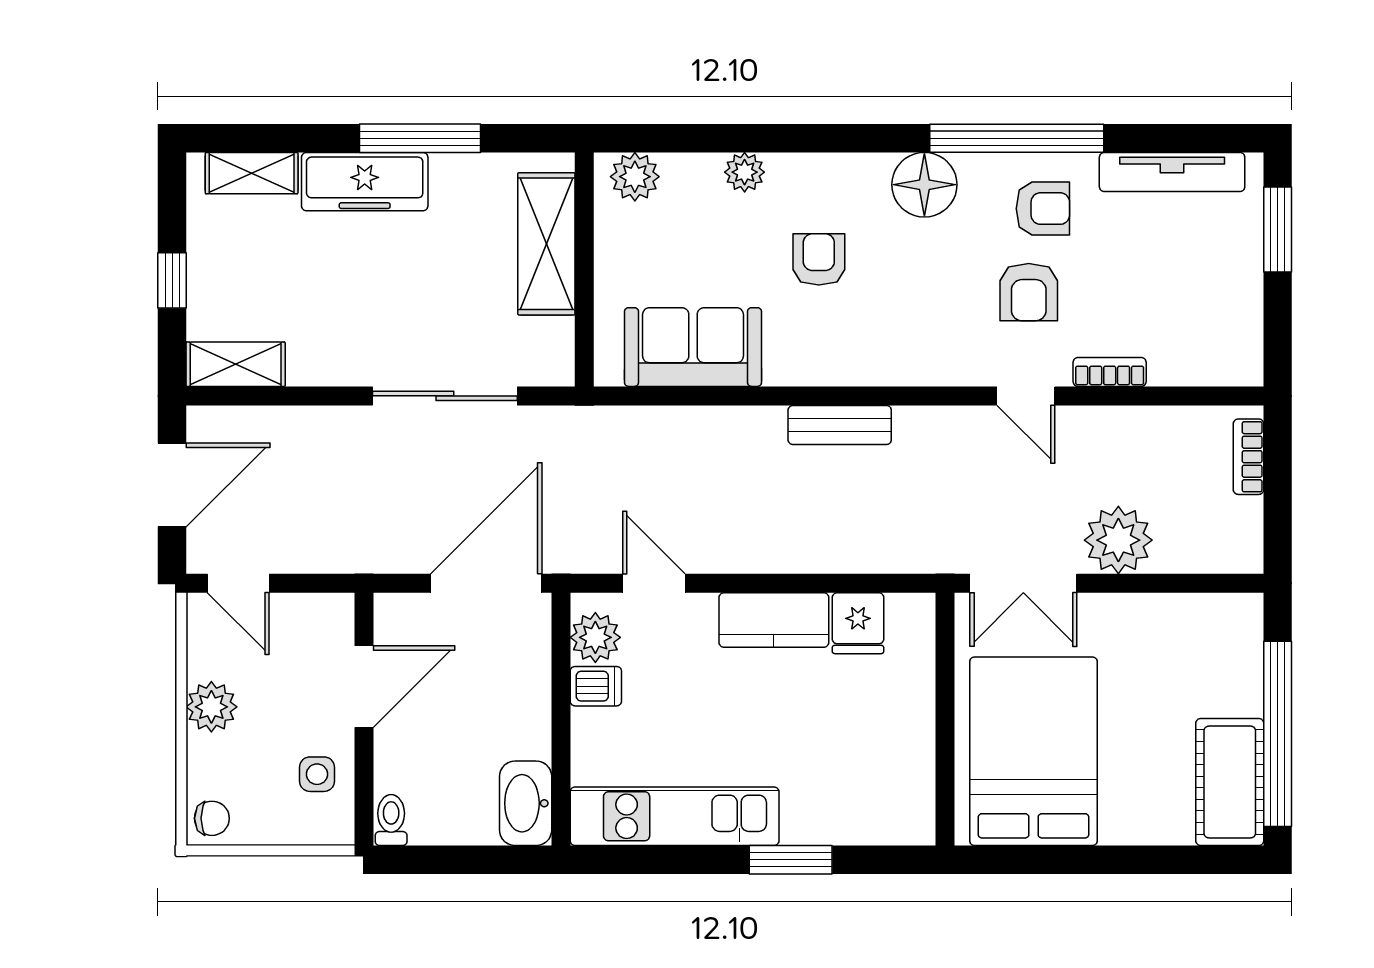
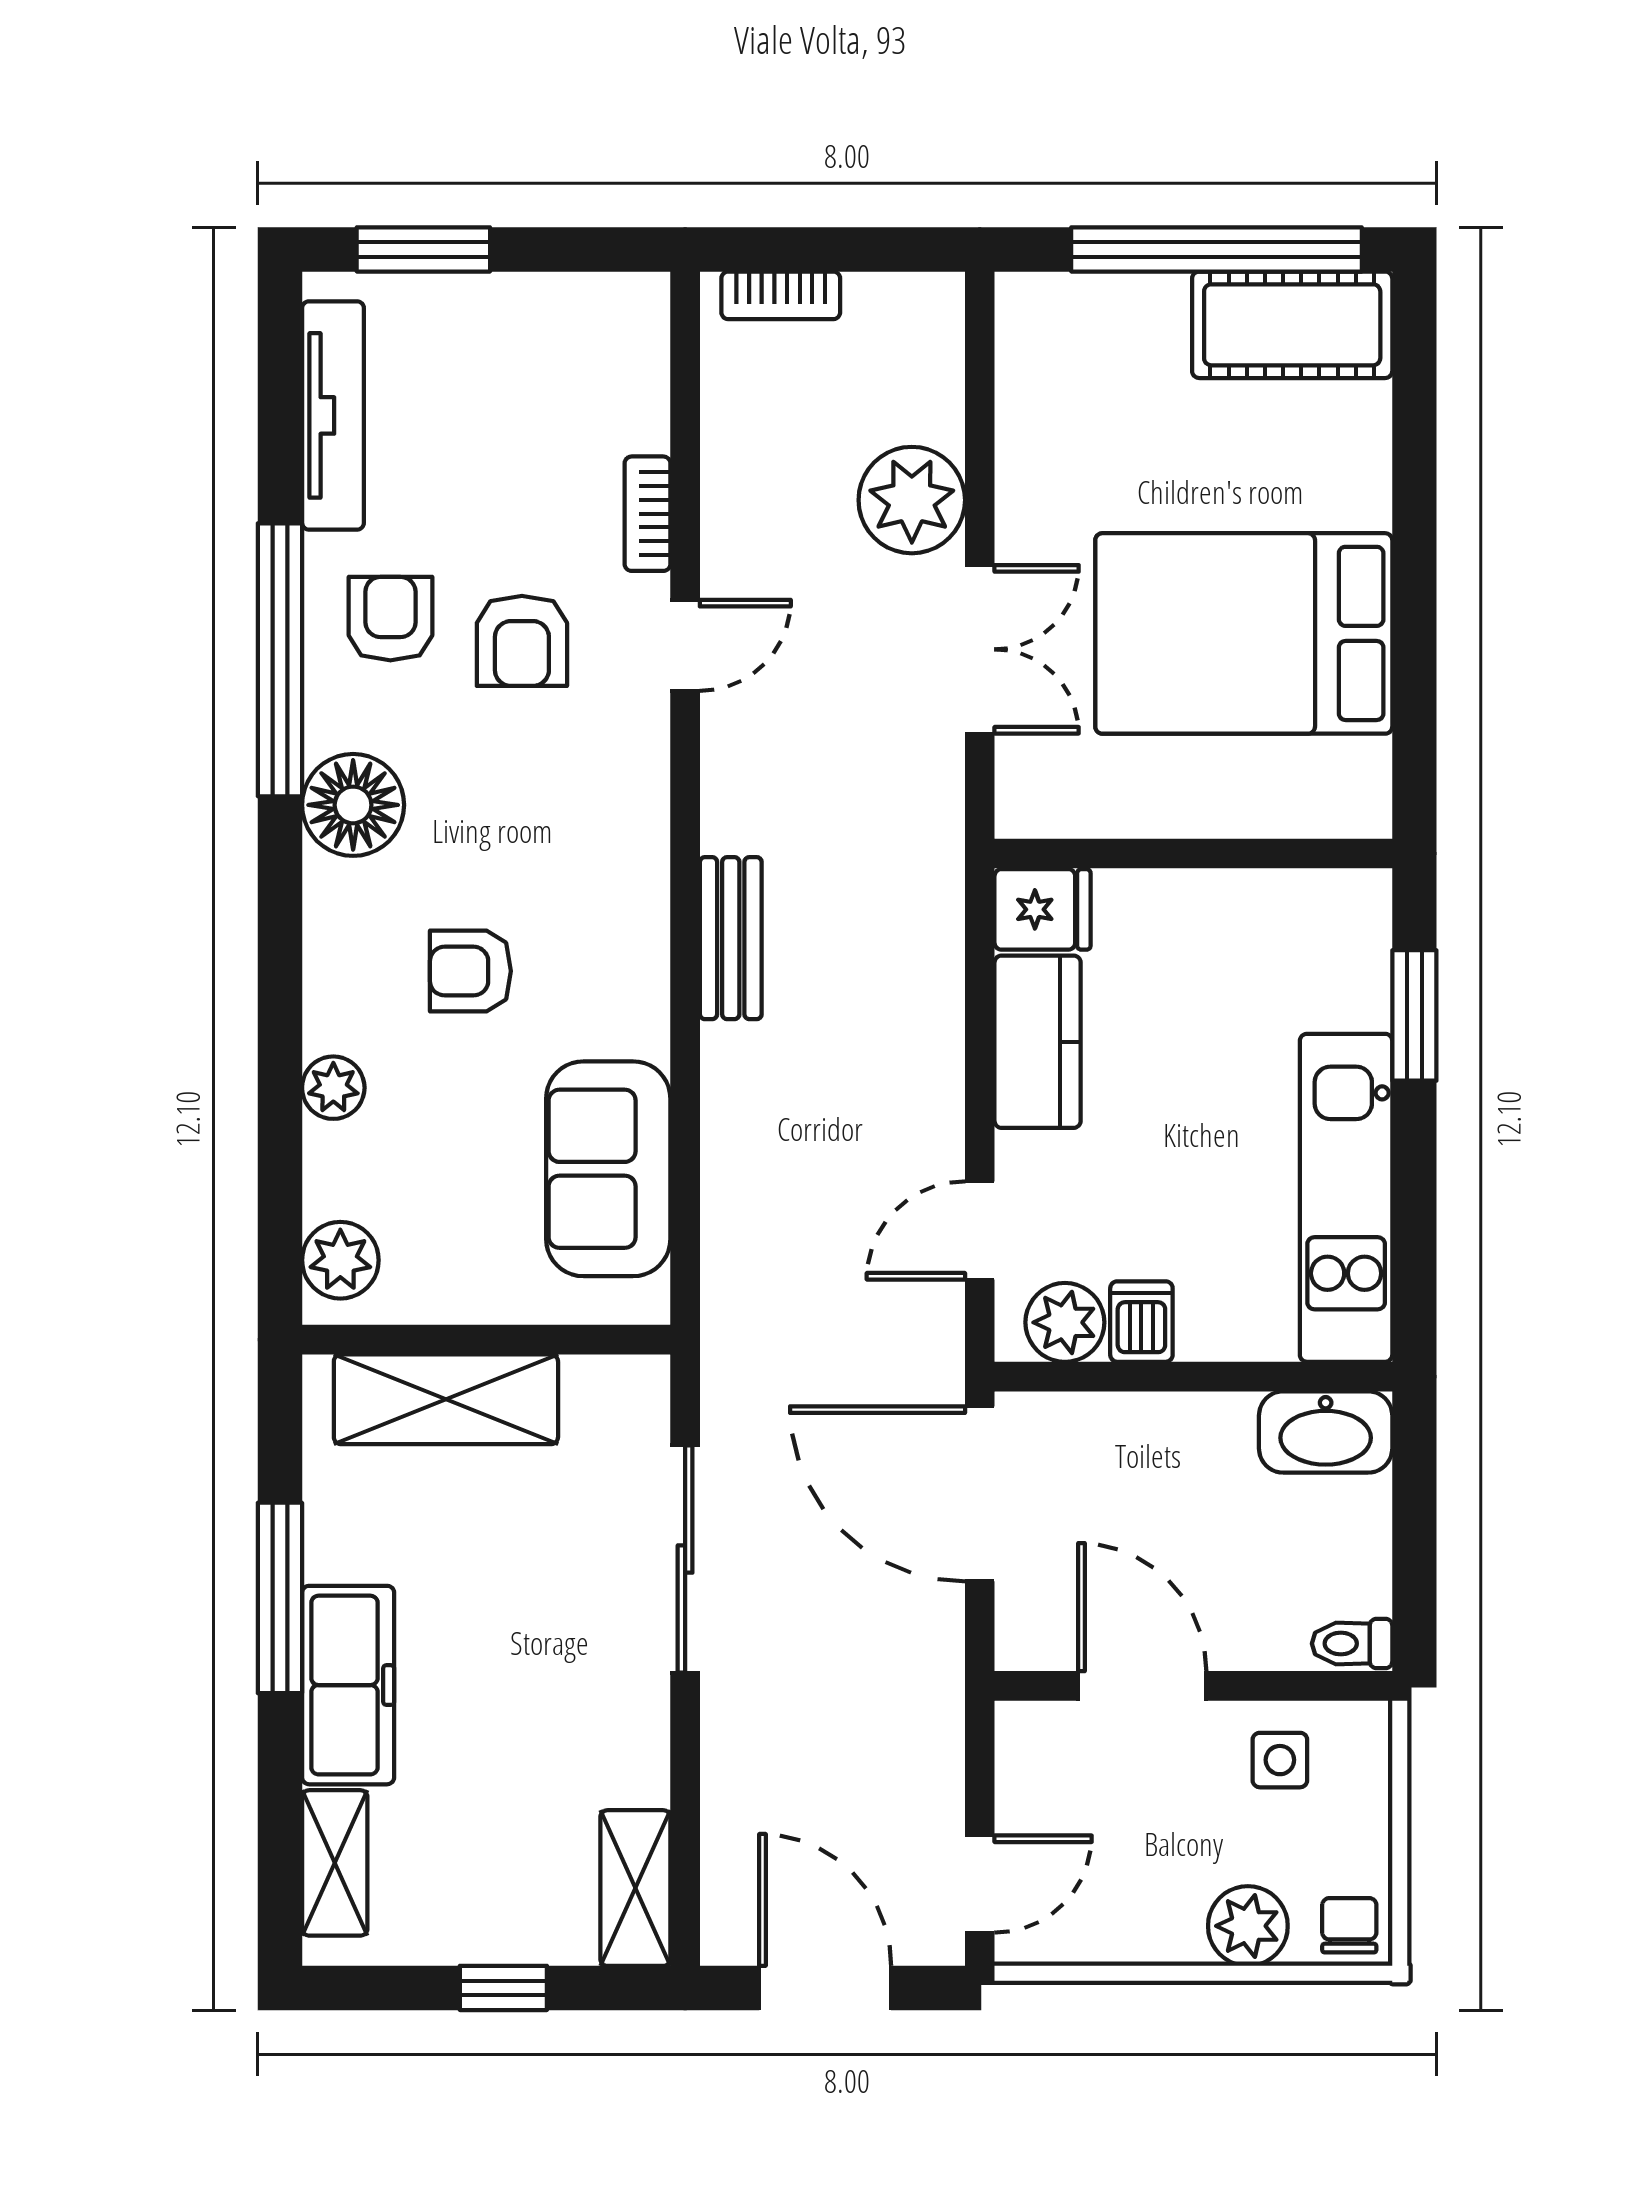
armchair: (1029, 292) -> (522, 641), turned 90
plant: (211, 707) -> (1248, 1926), moved
wall: (945, 719) -> (1193, 854), moved

